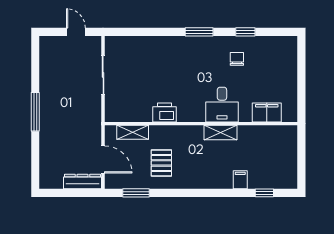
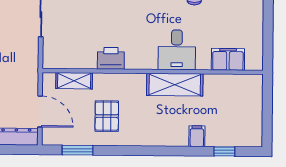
shelving: (220, 133) -> (175, 85), width x1.50, depth x1.33

